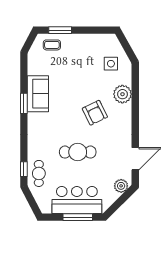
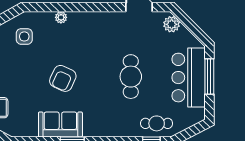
plant: (122, 94) -> (61, 17), width x0.53, depth x0.53
armchair: (95, 113) -> (63, 78), moved, turned 141

